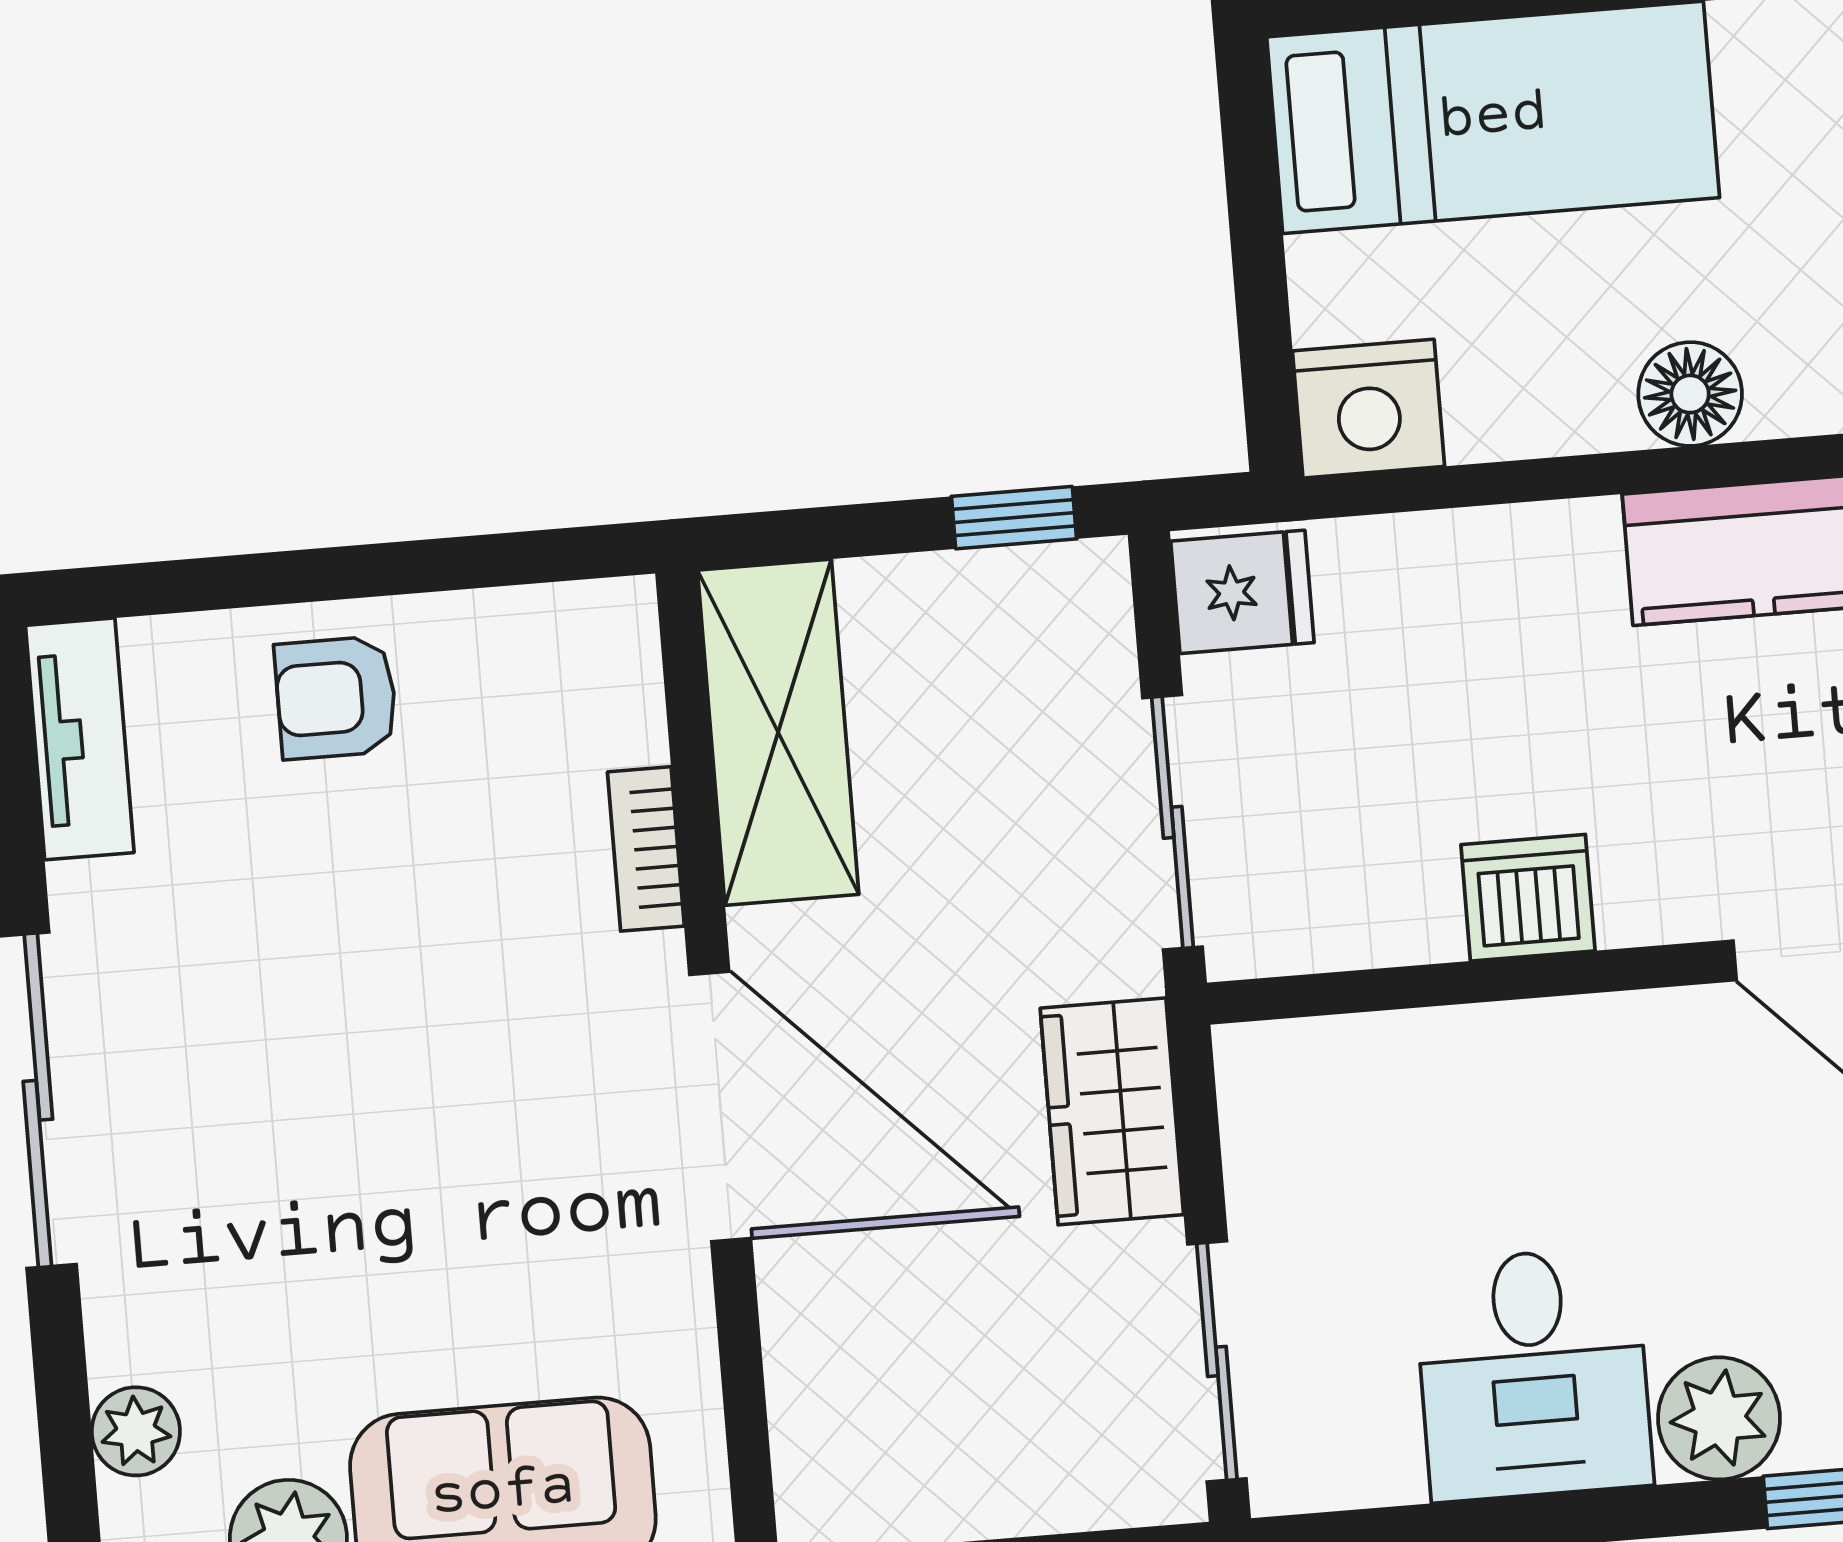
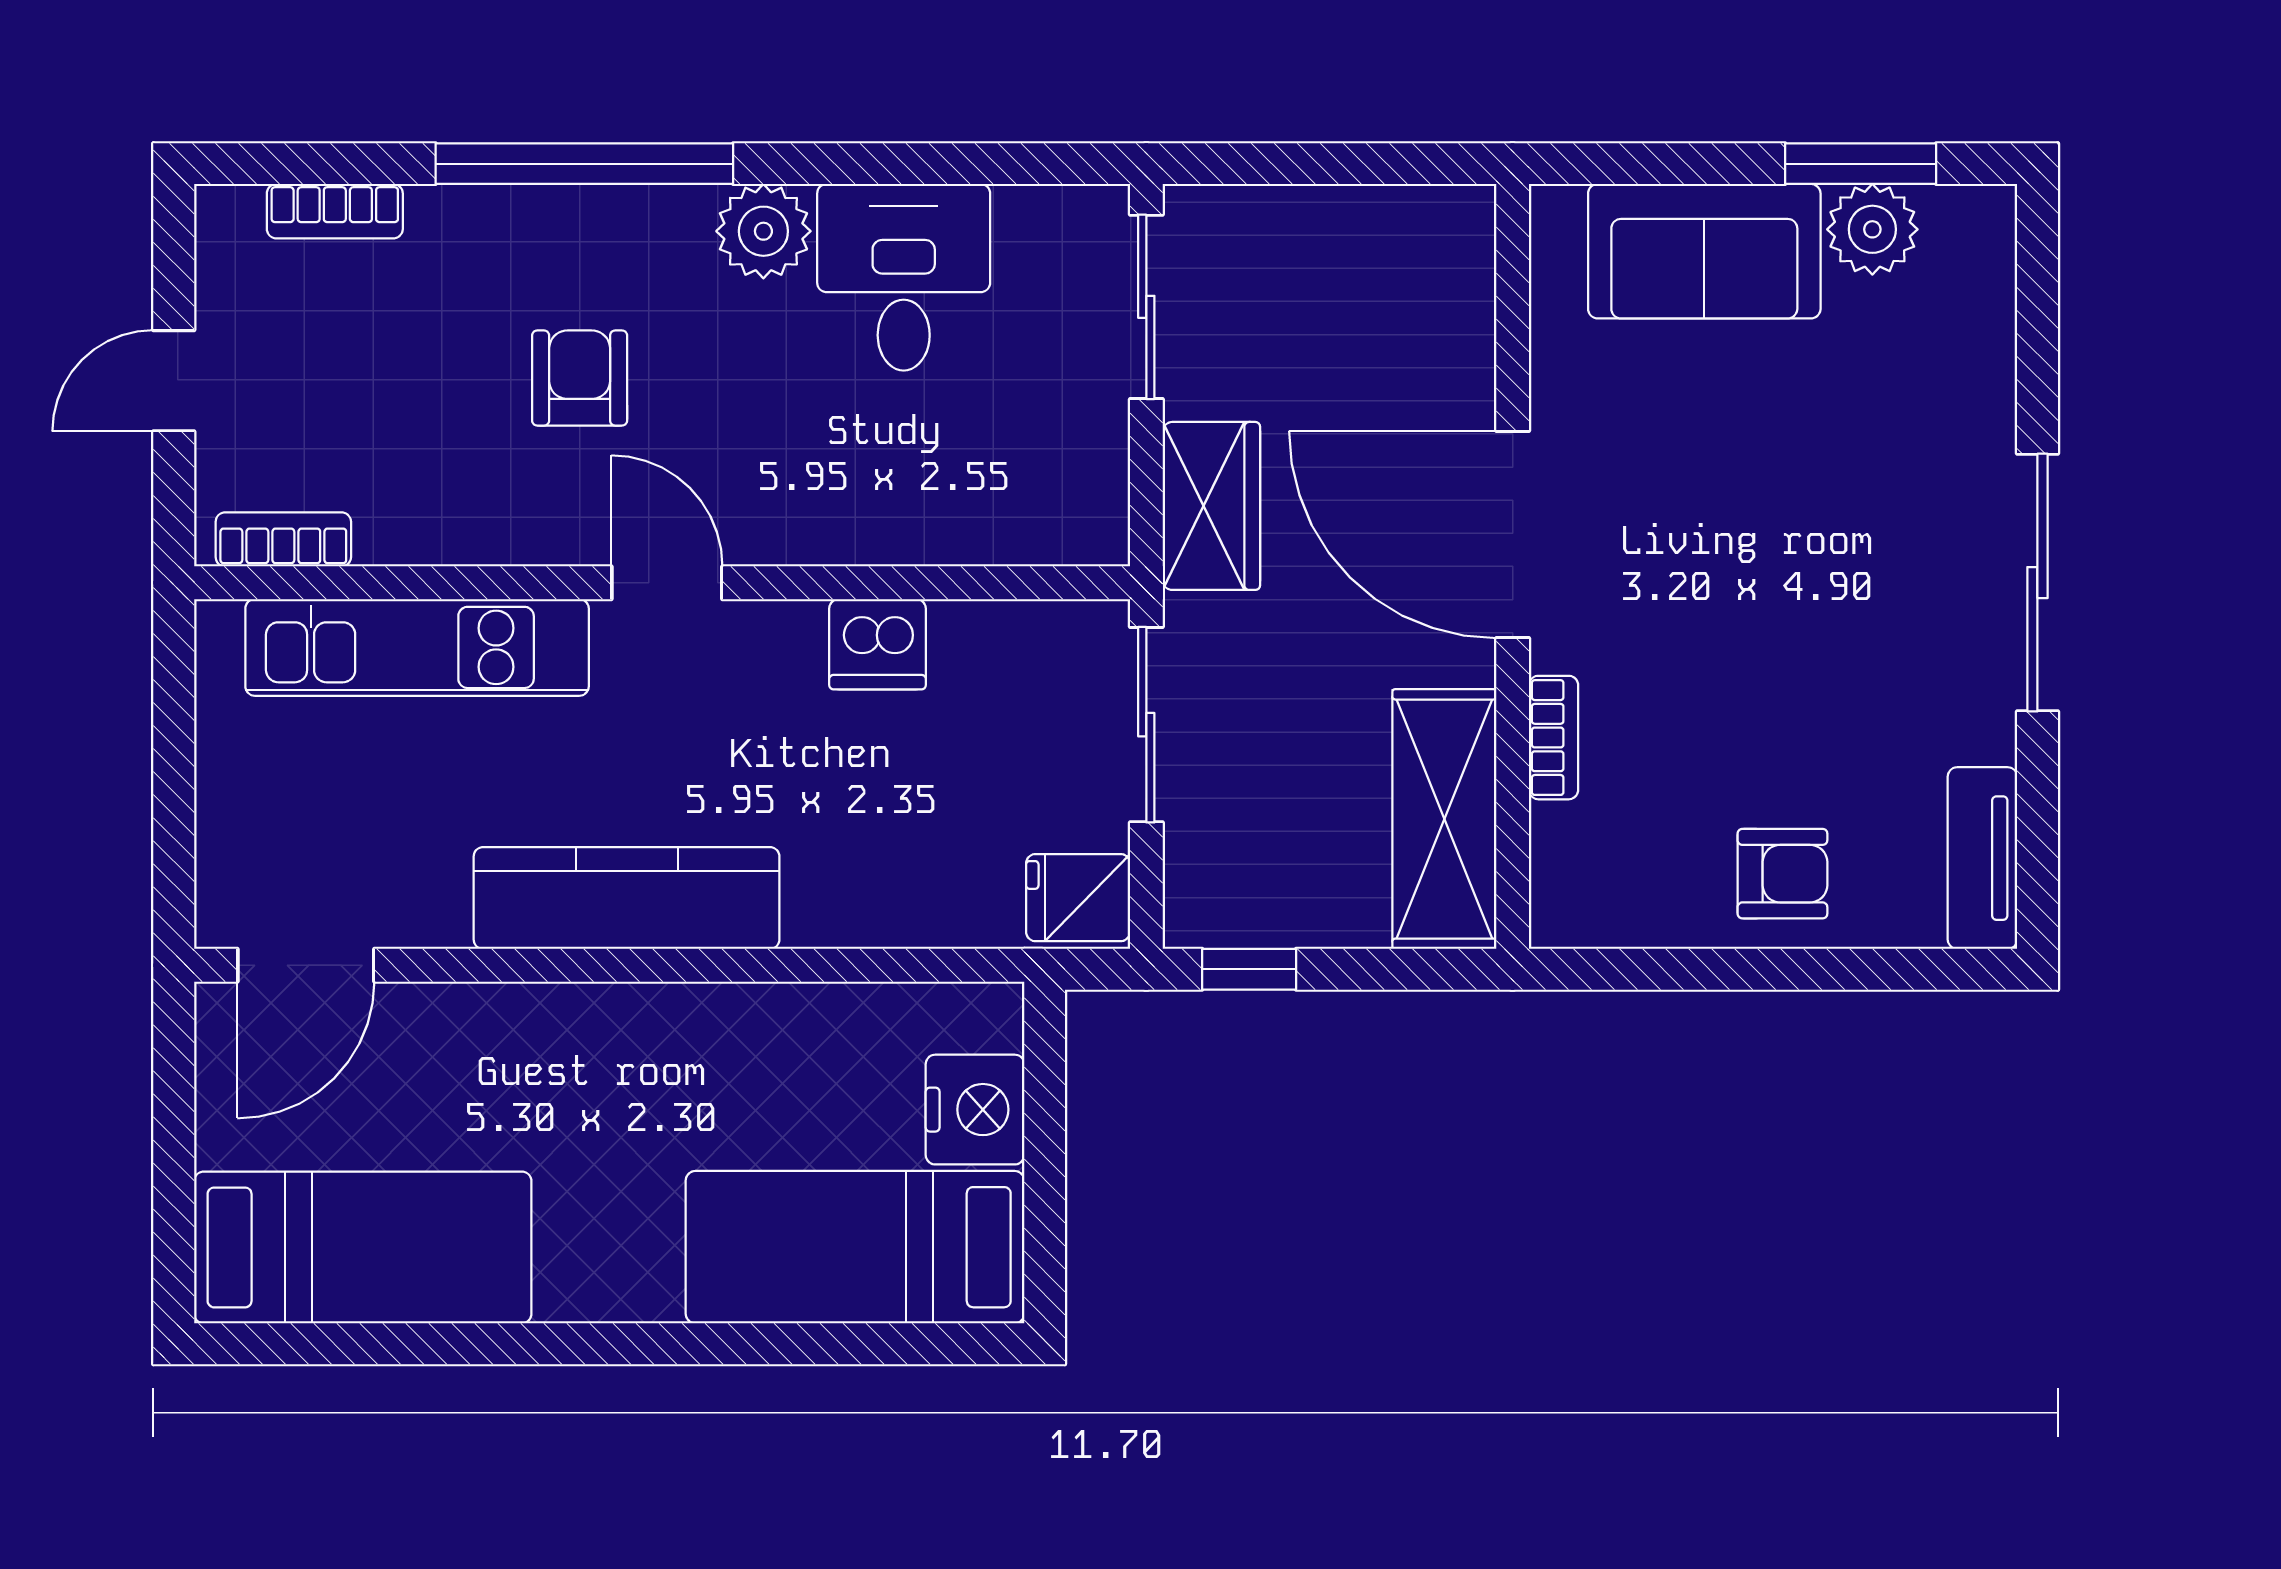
floor lamp: (1690, 394) -> (721, 1022), removed
nightstand: (1368, 409) -> (975, 1110), moved, turned 90
plant: (136, 1431) -> (1983, 321), removed

